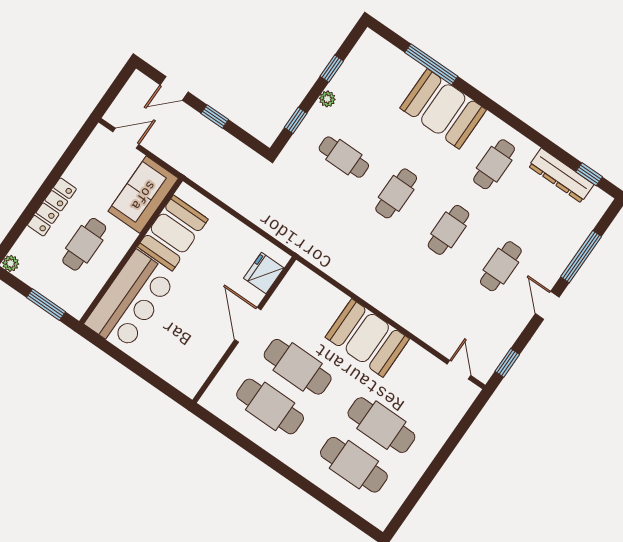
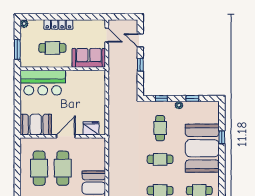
window: (431, 64) -> (222, 137), width x0.46
booth: (443, 109) -> (202, 148), width x1.36, depth x1.42
booth: (173, 233) -> (36, 125), moved

